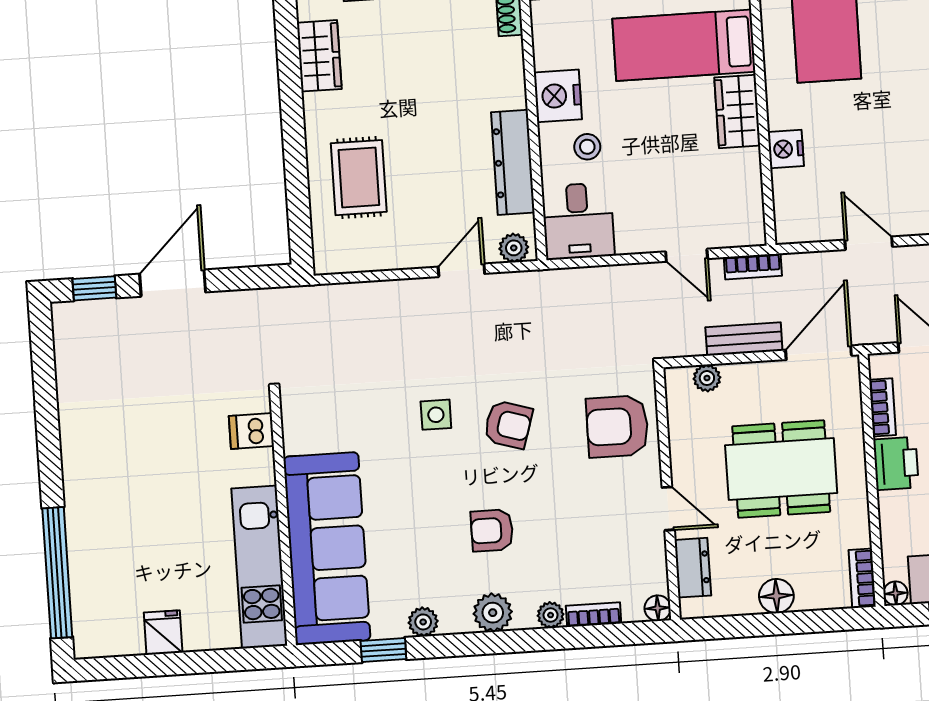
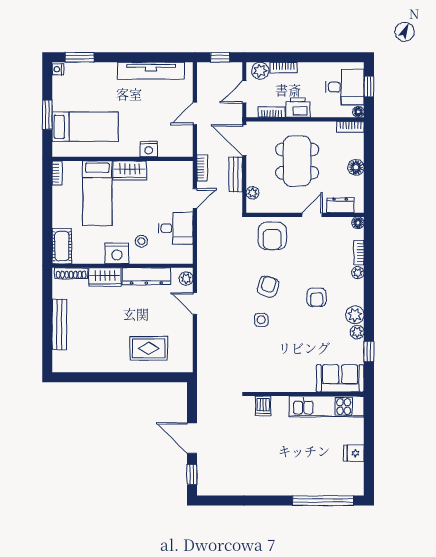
wardrobe: (319, 56) -> (105, 277), moved, turned 180
desk: (578, 221) -> (176, 228), moved
sofa: (327, 548) -> (340, 378), width x0.54, depth x0.79
plant: (493, 613) -> (355, 315), moved

